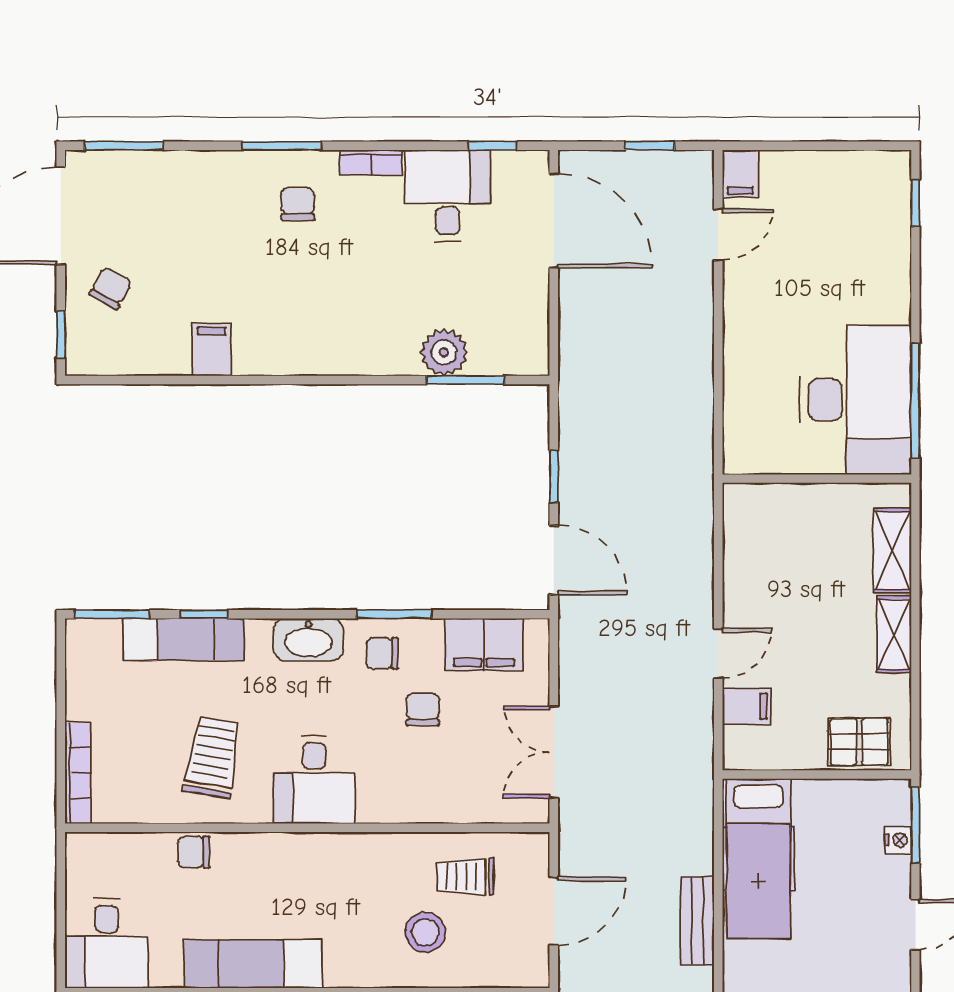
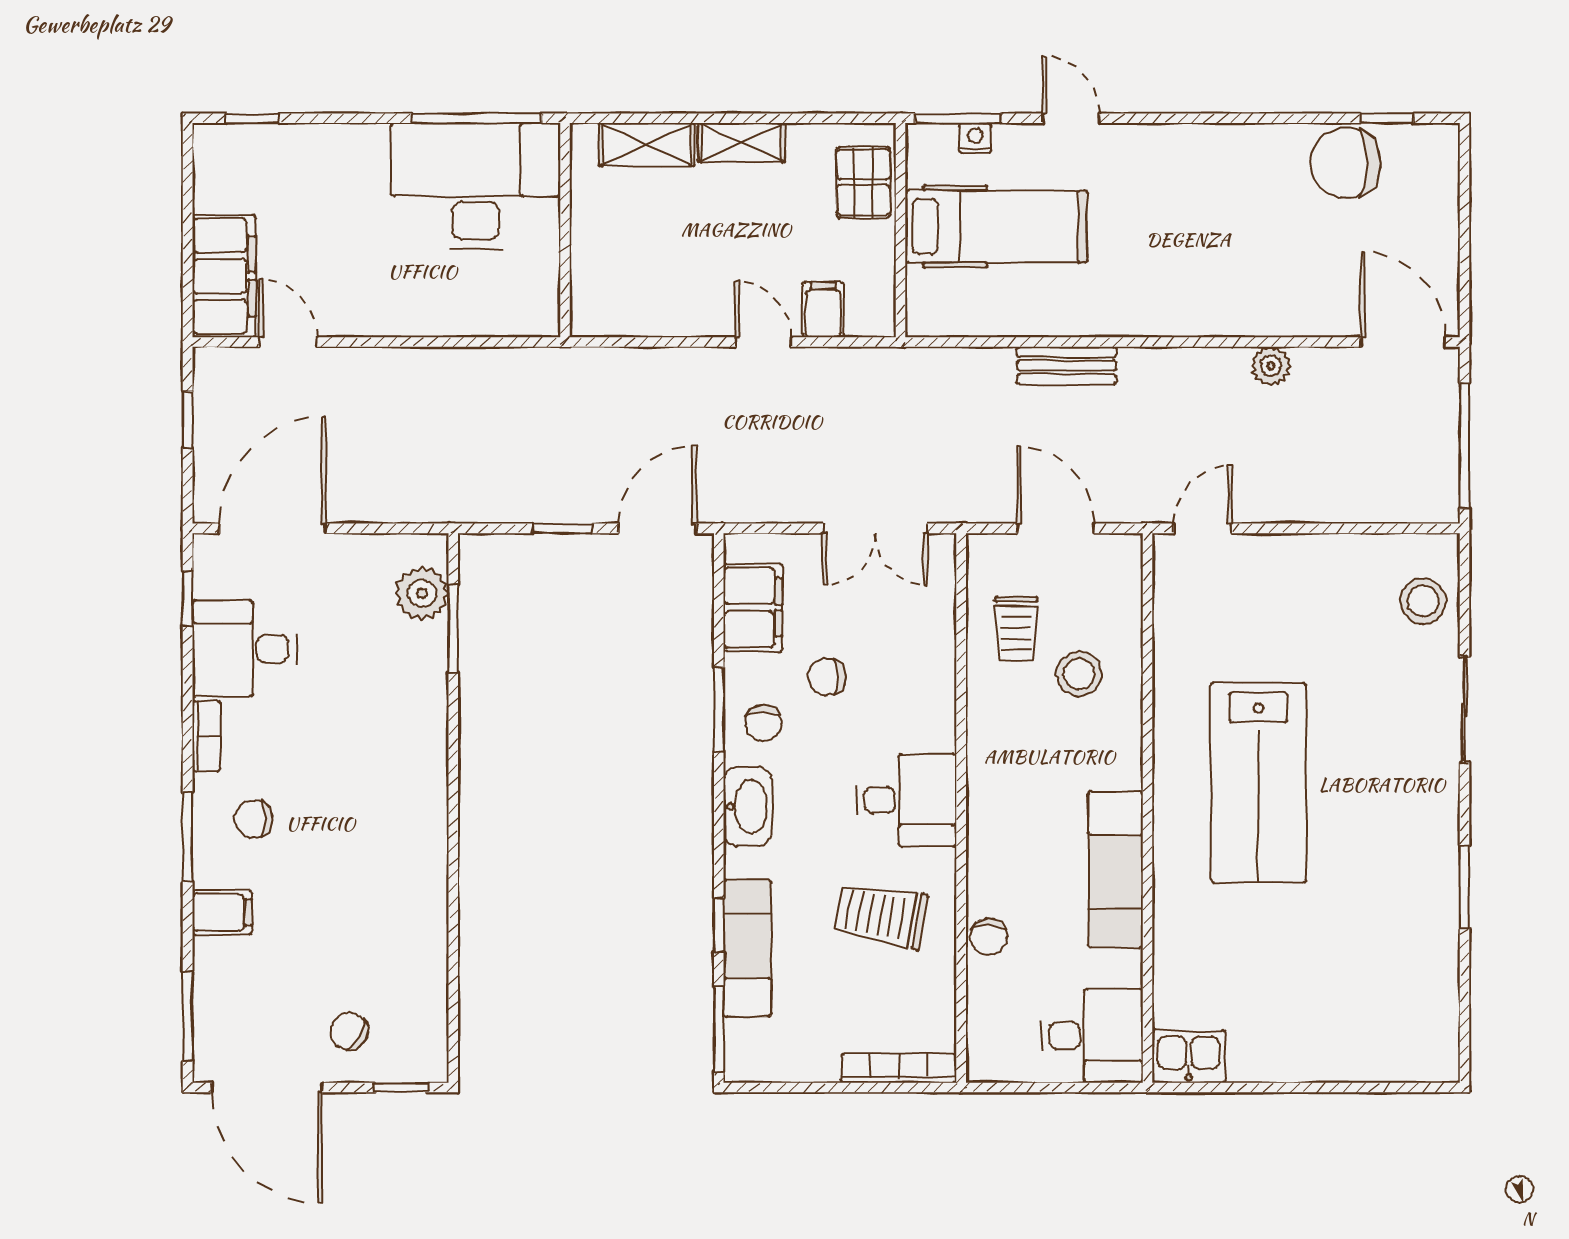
filing cabinet: (740, 174) -> (224, 276), width x3.00, depth x1.17
filing cabinet: (212, 350) -> (222, 912), moved, turned 180
plant: (444, 352) -> (422, 594), moved
hospital bed: (758, 859) -> (996, 226), moved

